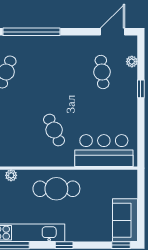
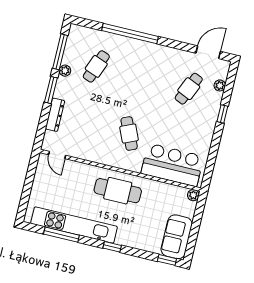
cafe table: (102, 72) -> (189, 89), turned 30
plant: (11, 175) -> (193, 195), moved

